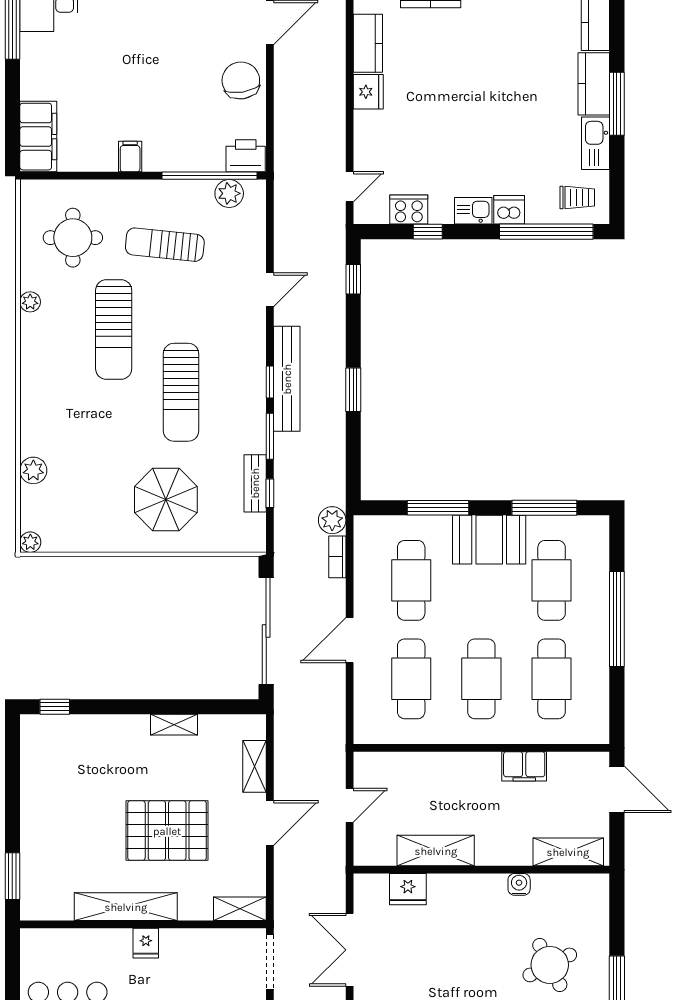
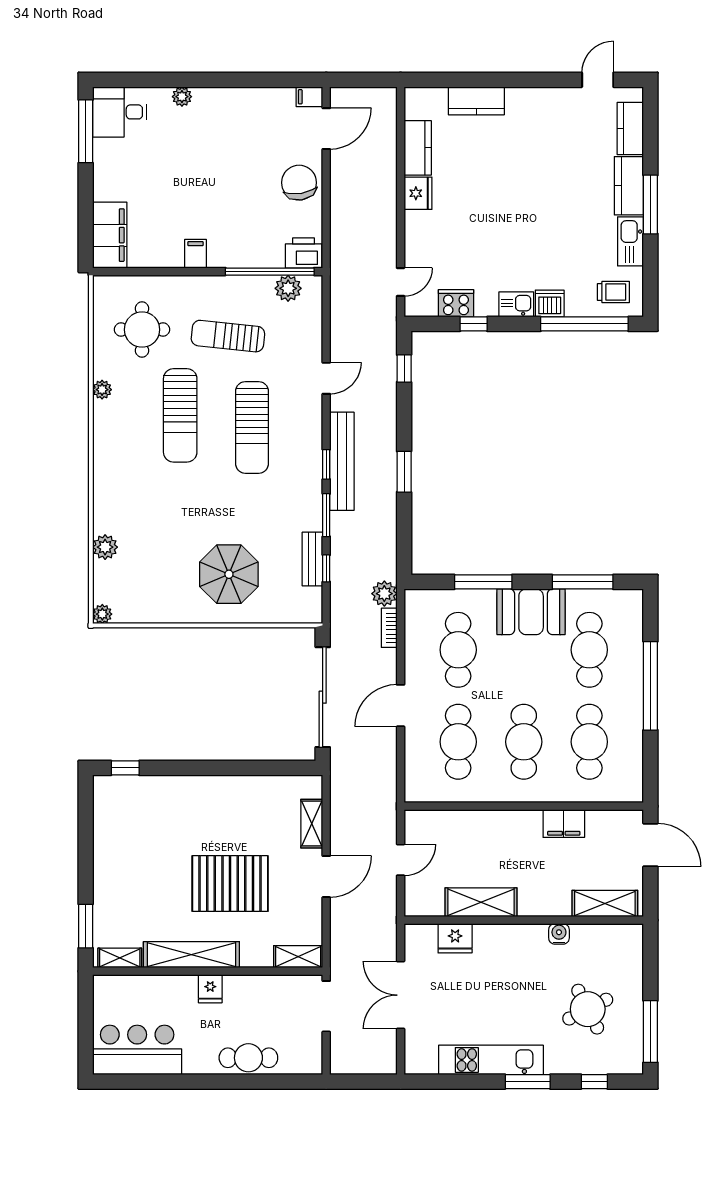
sun lounger: (181, 392) -> (252, 427), moved
shelving: (174, 725) -> (120, 958), moved

